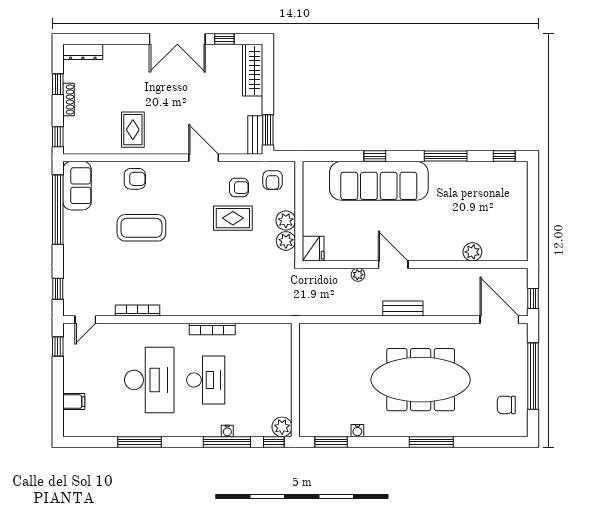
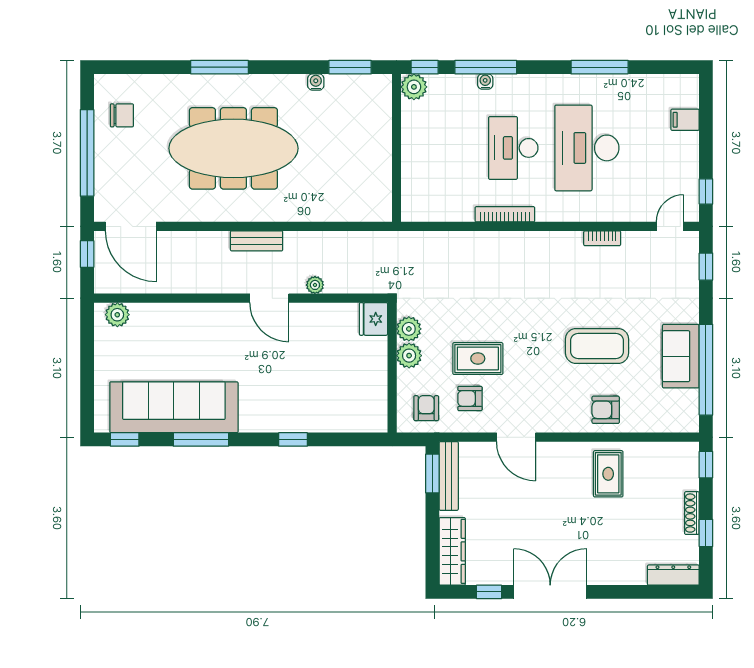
bench: (255, 135) -> (449, 476), width x1.36
sofa: (379, 181) -> (174, 407), moved
sofa: (77, 186) -> (681, 356), moved
plant: (472, 252) -> (117, 315), moved
bookcase: (137, 311) -> (602, 238), width x0.64

